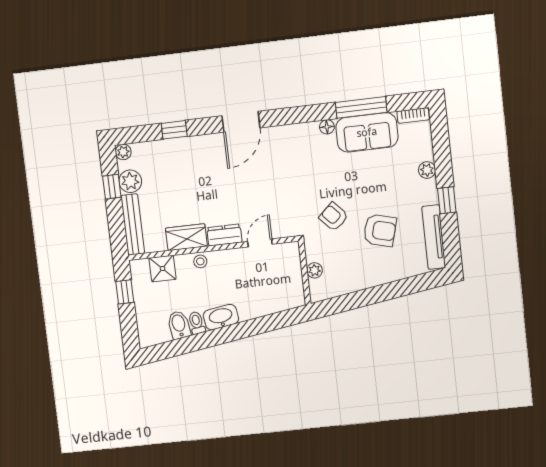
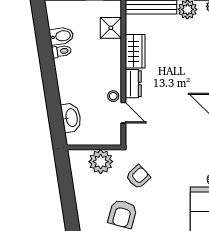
stool: (200, 261) -> (113, 96), moved
plant: (315, 270) -> (101, 162), width x1.88, depth x1.88
washbasin: (221, 317) -> (71, 118), moved

